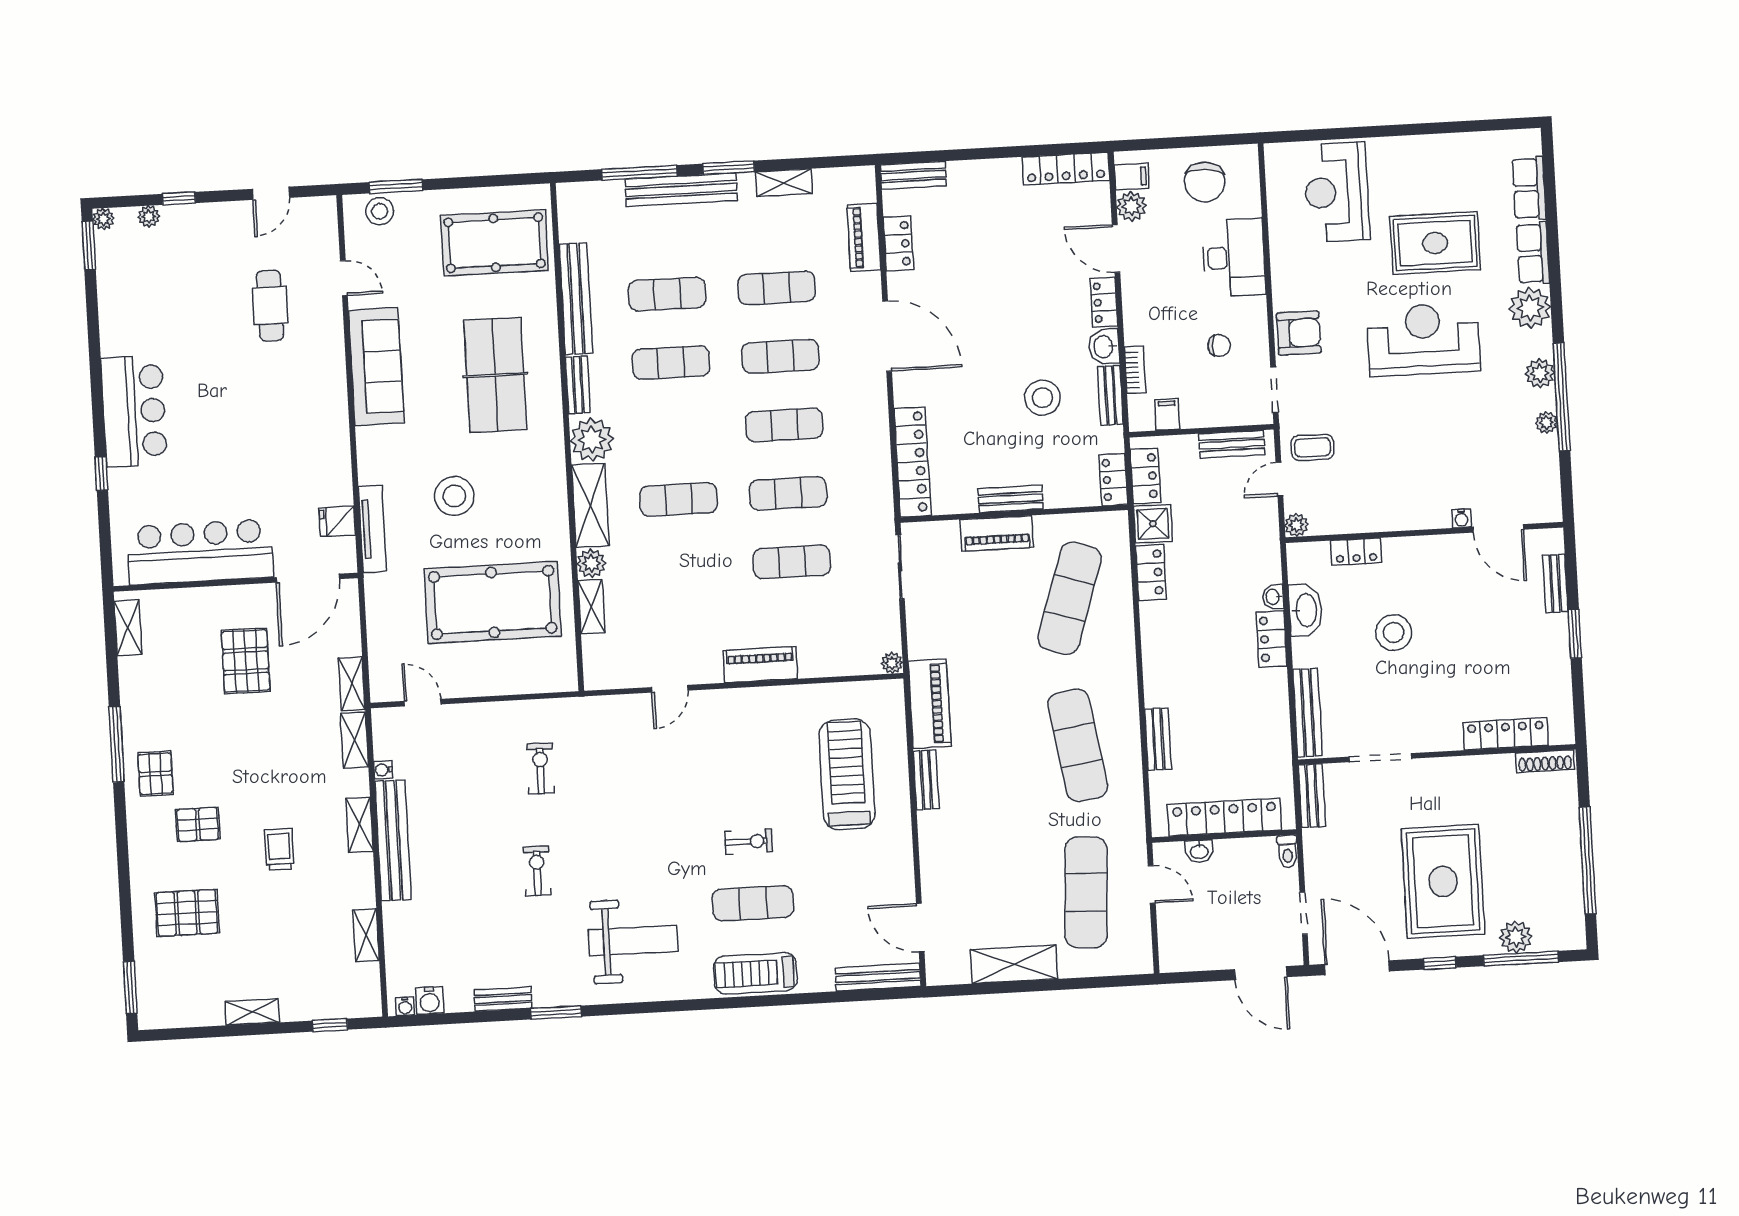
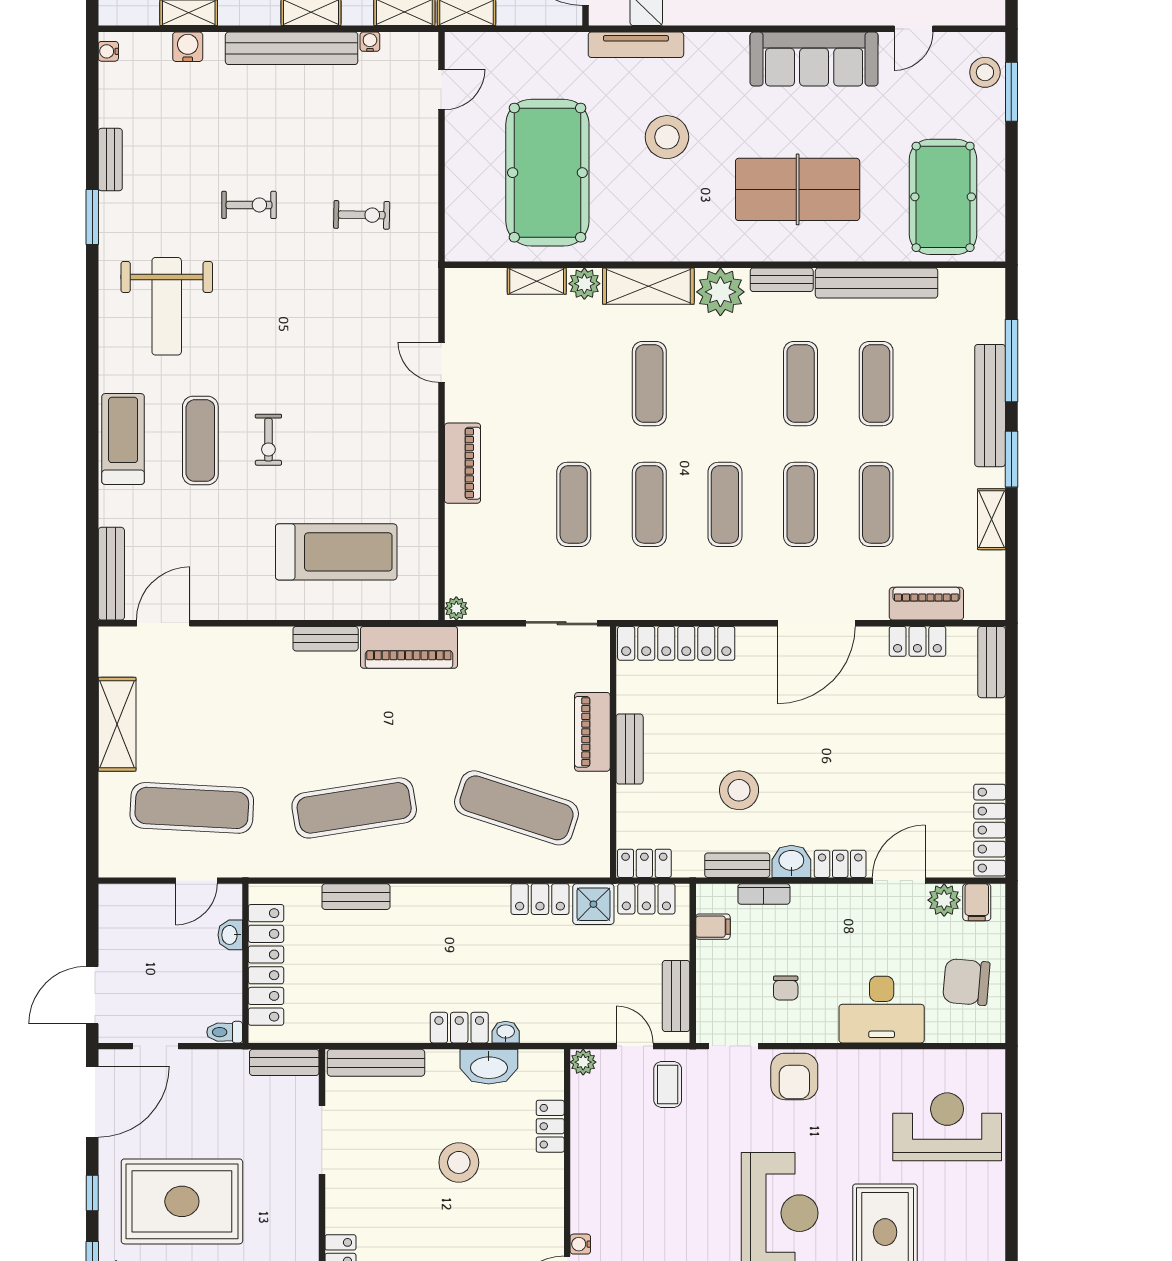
water cooler: (430, 1000) -> (188, 47), moved, turned 90

